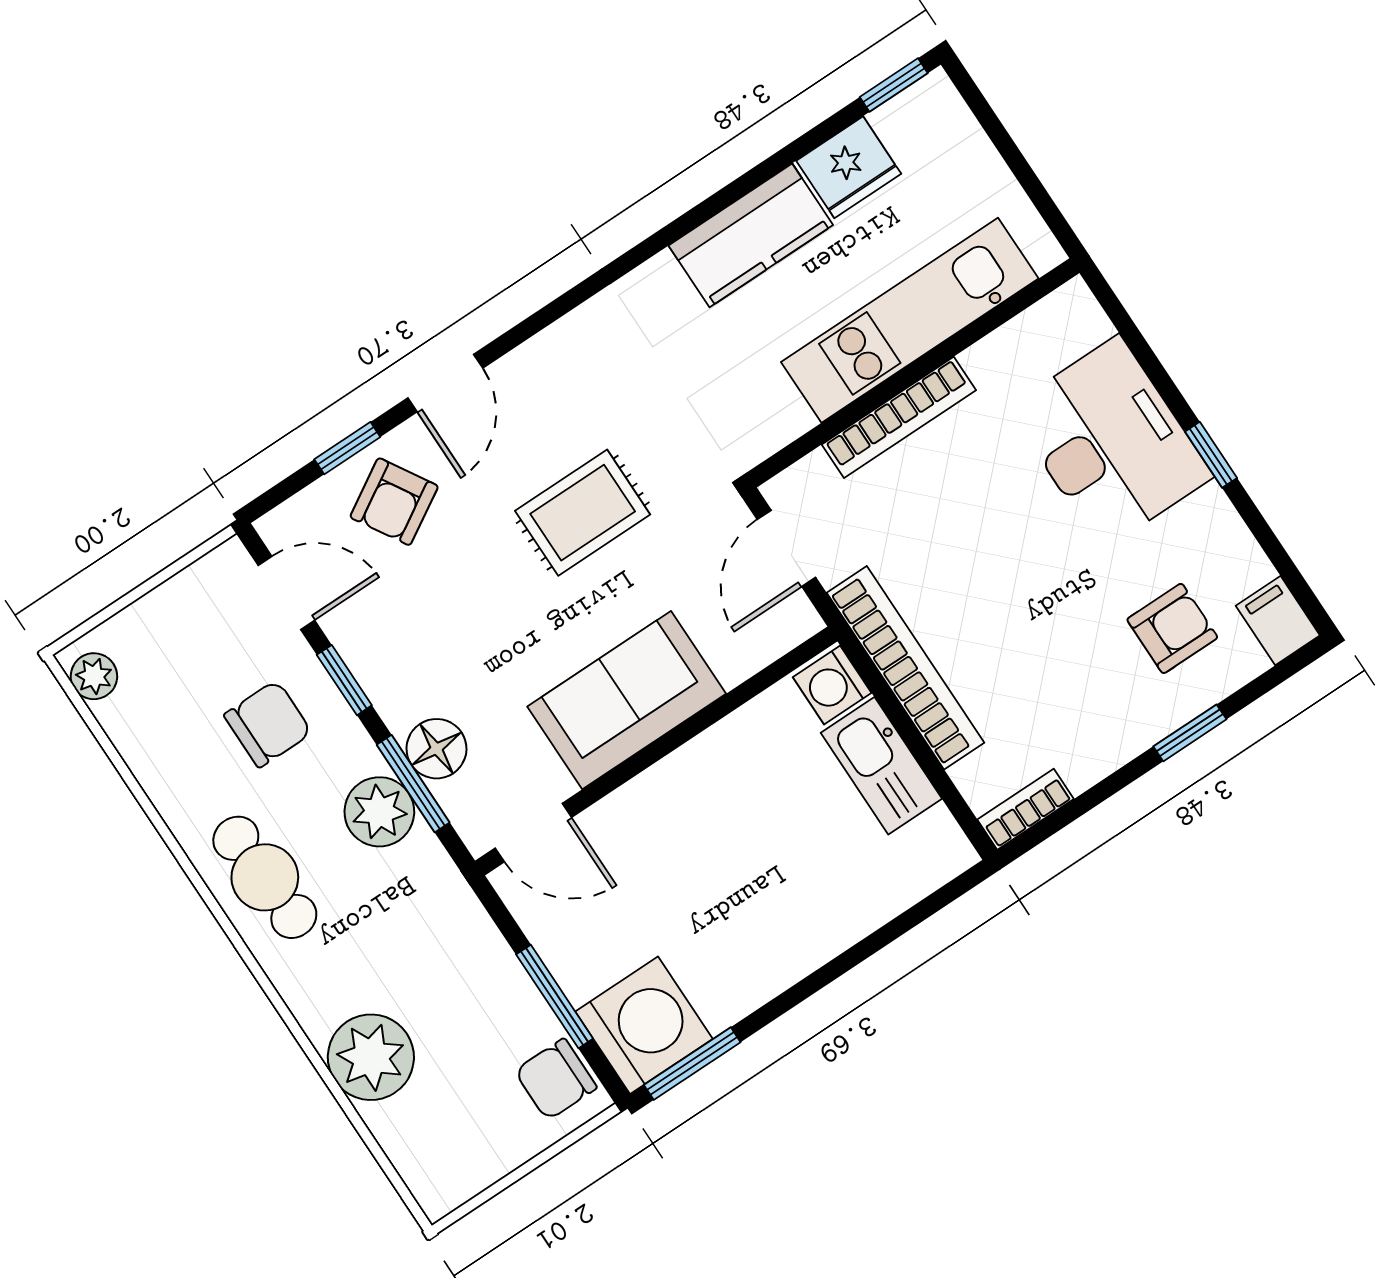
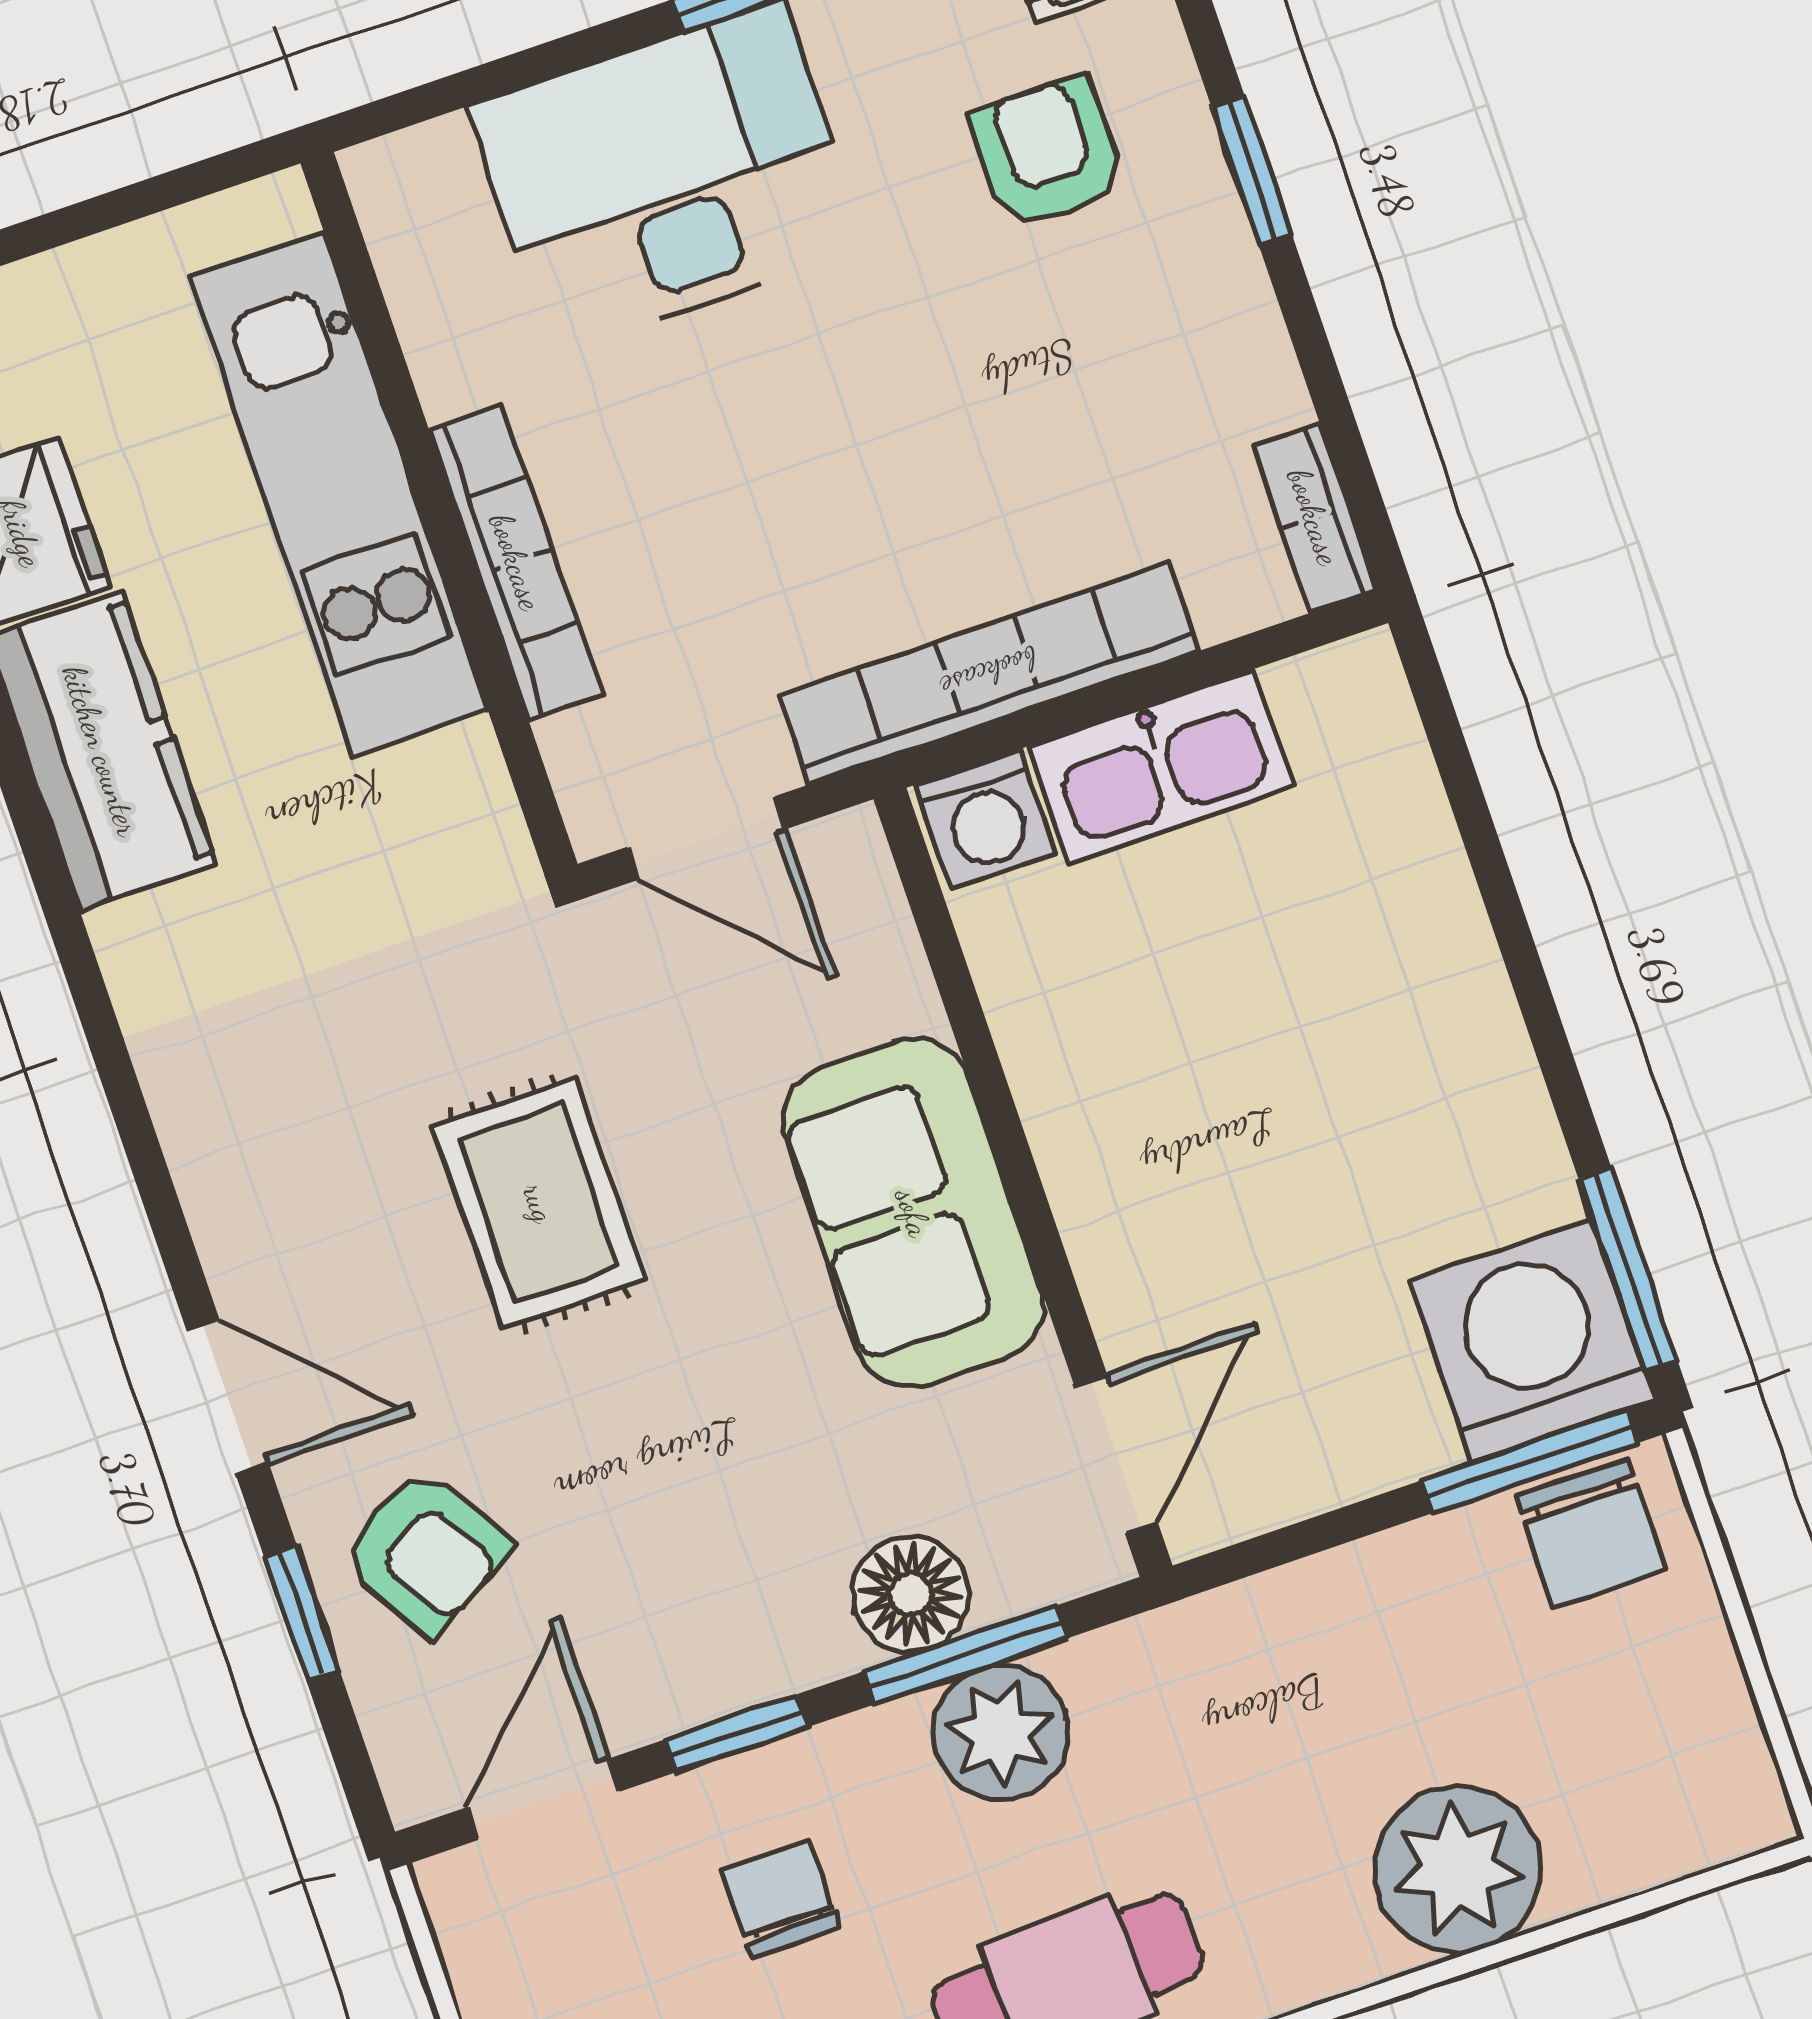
chair: (268, 724) -> (780, 1899), width x0.73, depth x0.73
window: (555, 996) -> (1530, 1462), moved

